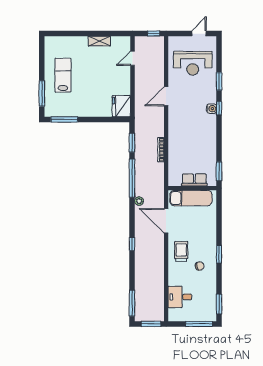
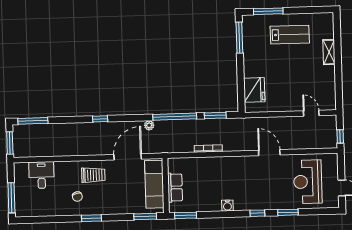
shelving: (99, 41) -> (329, 52), moved
fridge: (121, 106) -> (254, 90), moved, turned 90
water cooler: (212, 109) -> (227, 206), moved
window: (219, 304) -> (145, 217), moved

